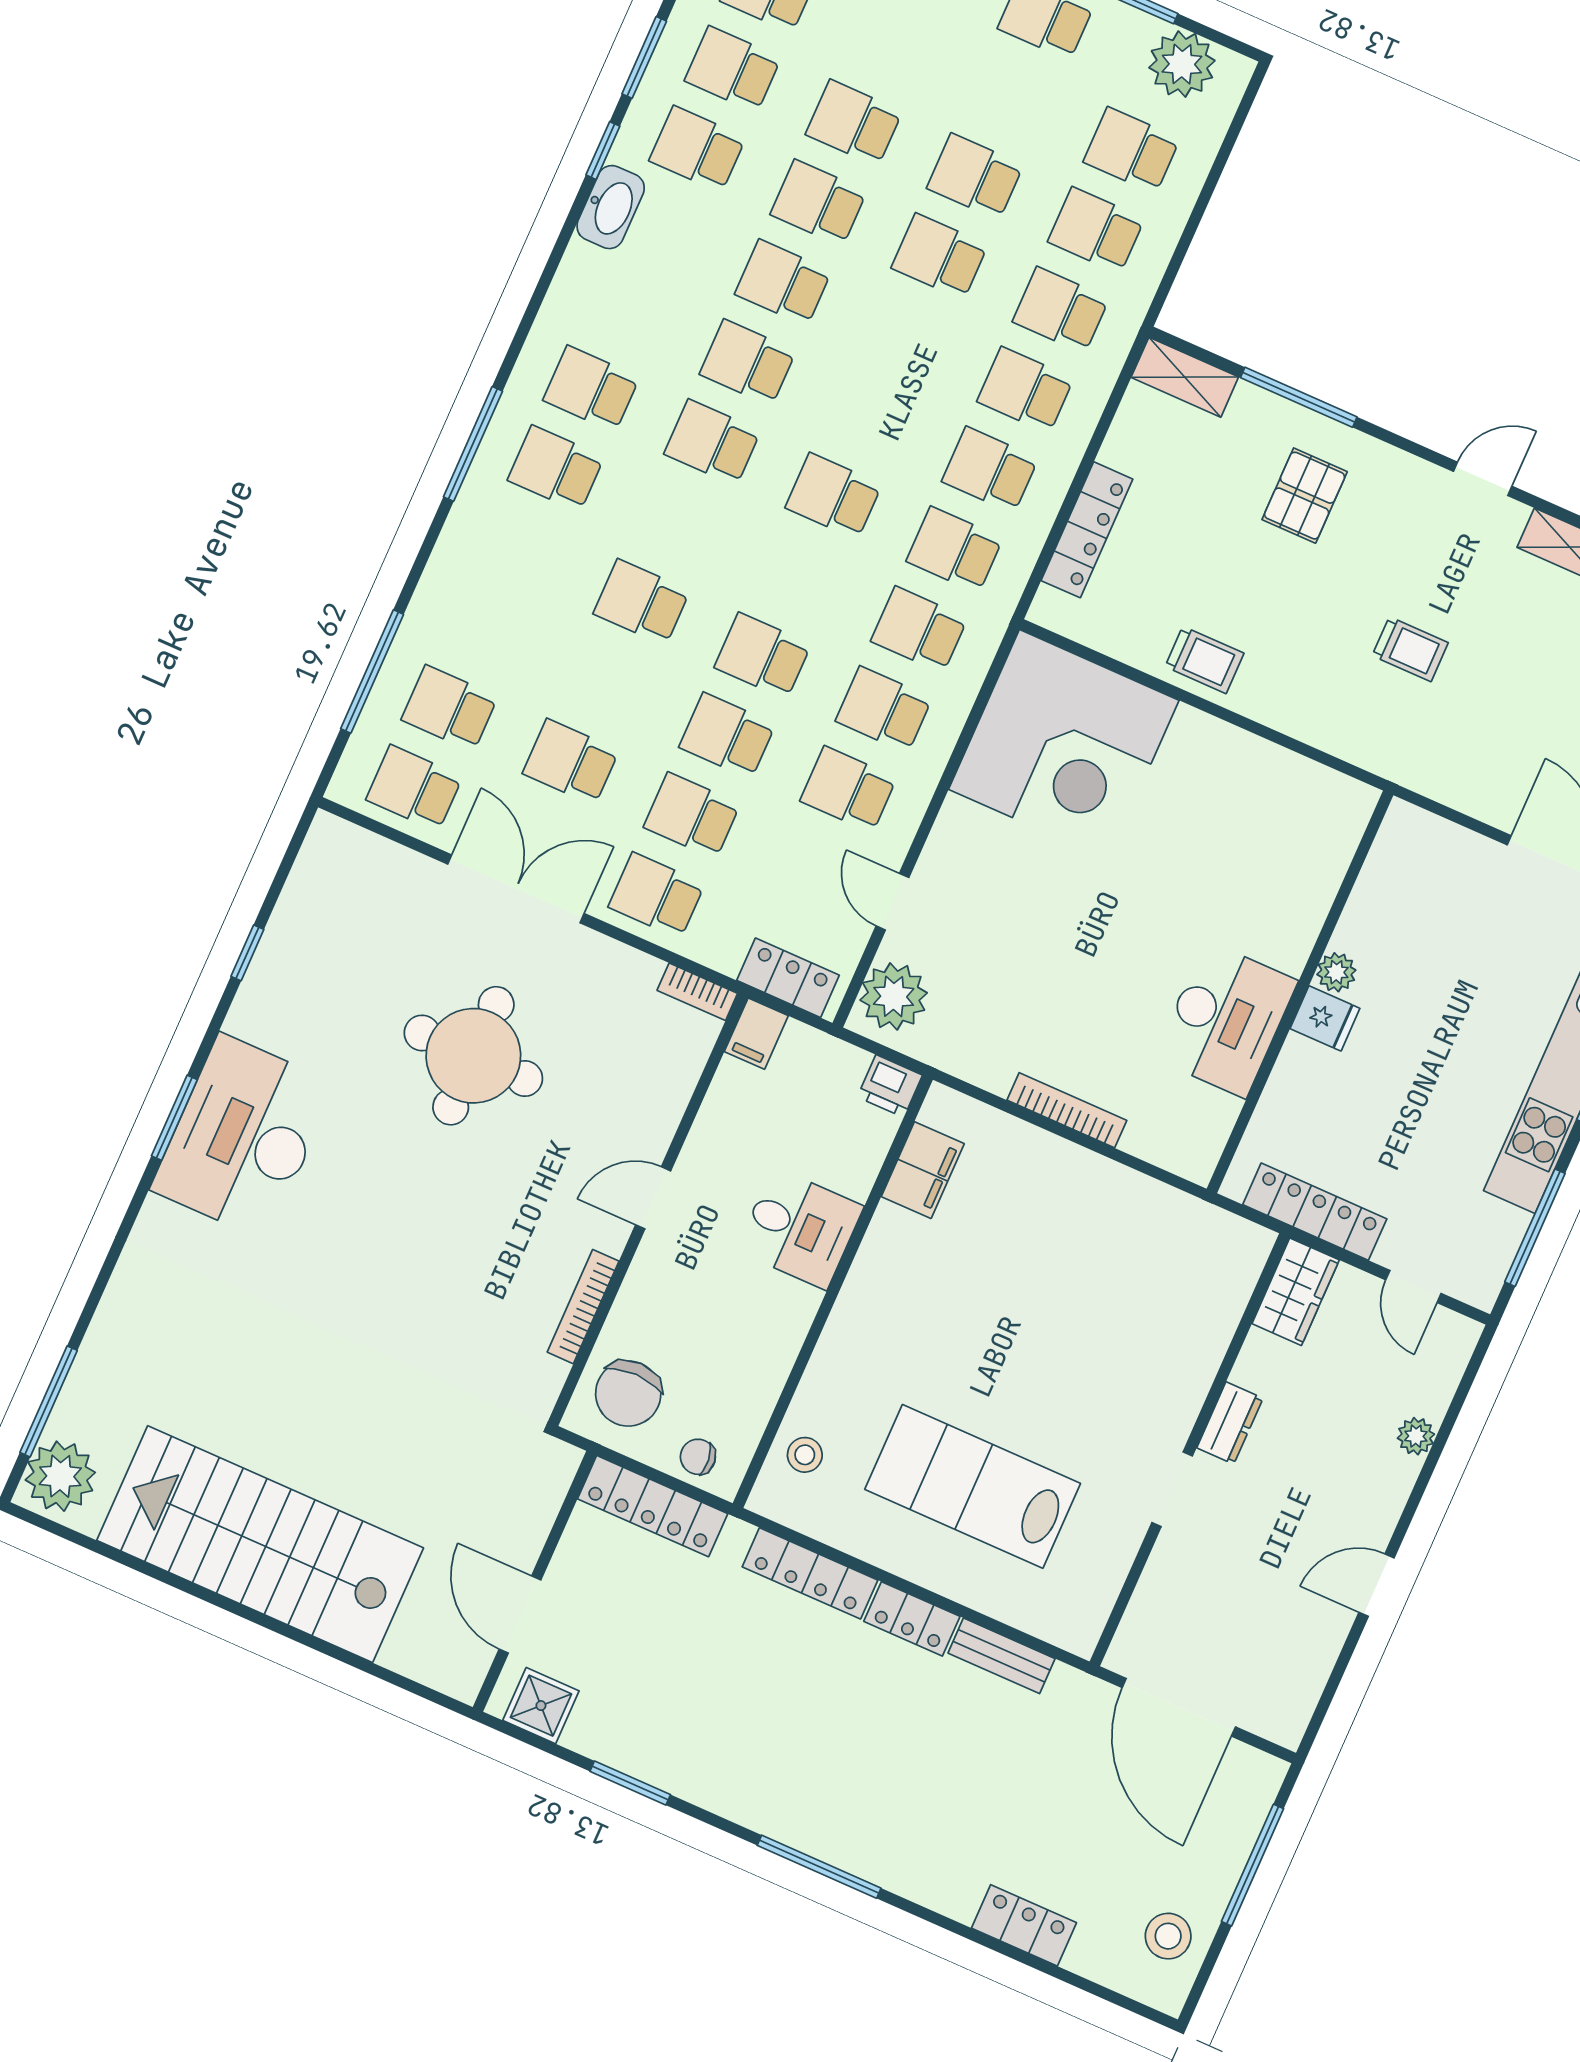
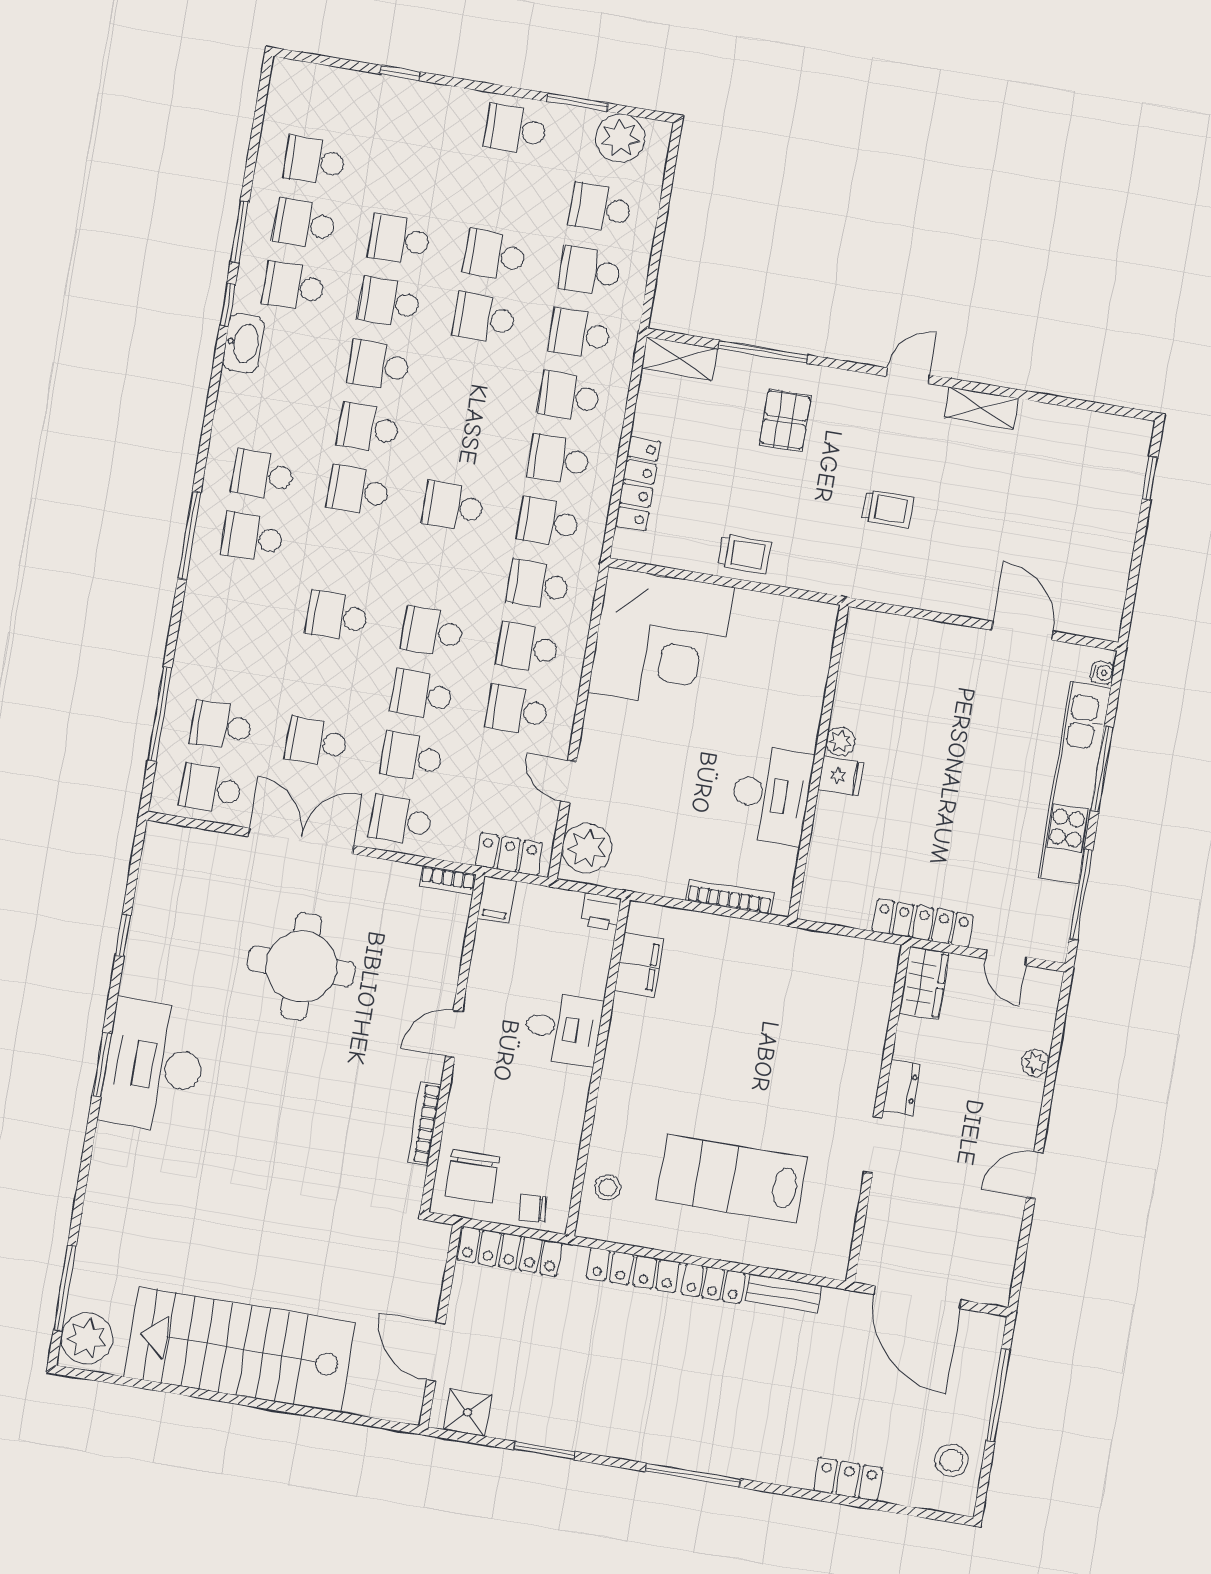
plant: (1336, 972) -> (840, 741), moved
wall: (1300, 992) -> (818, 762), moved
fridge: (1325, 1018) -> (841, 776), moved
desk: (1226, 1019) -> (771, 795), moved

